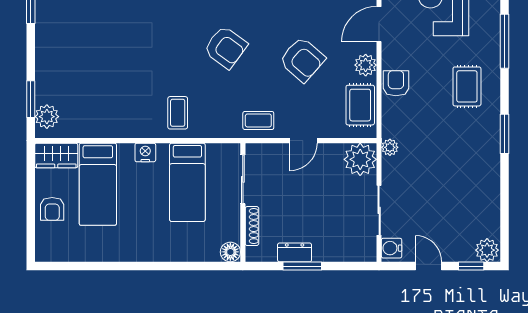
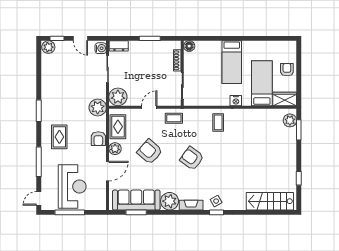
plant: (390, 147) -> (98, 108), width x1.88, depth x1.88
bed: (187, 182) -> (232, 62), moved, turned 180
dresser: (295, 252) -> (119, 46), moved

